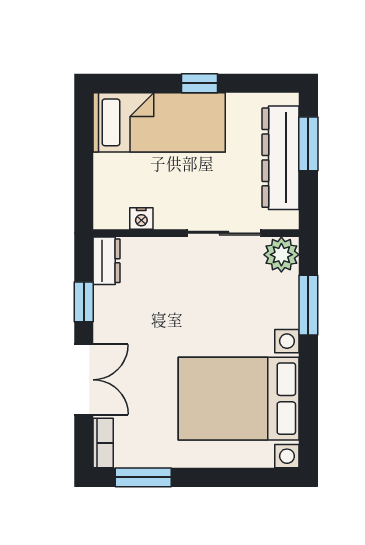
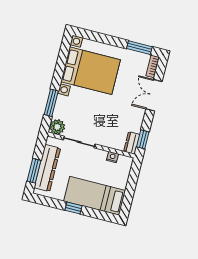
window: (84, 302) -> (143, 139), moved

